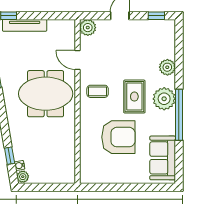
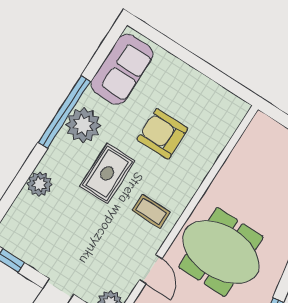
plant: (164, 99) -> (83, 125), moved
armchair: (118, 137) -> (162, 134), width x0.73, depth x0.73

